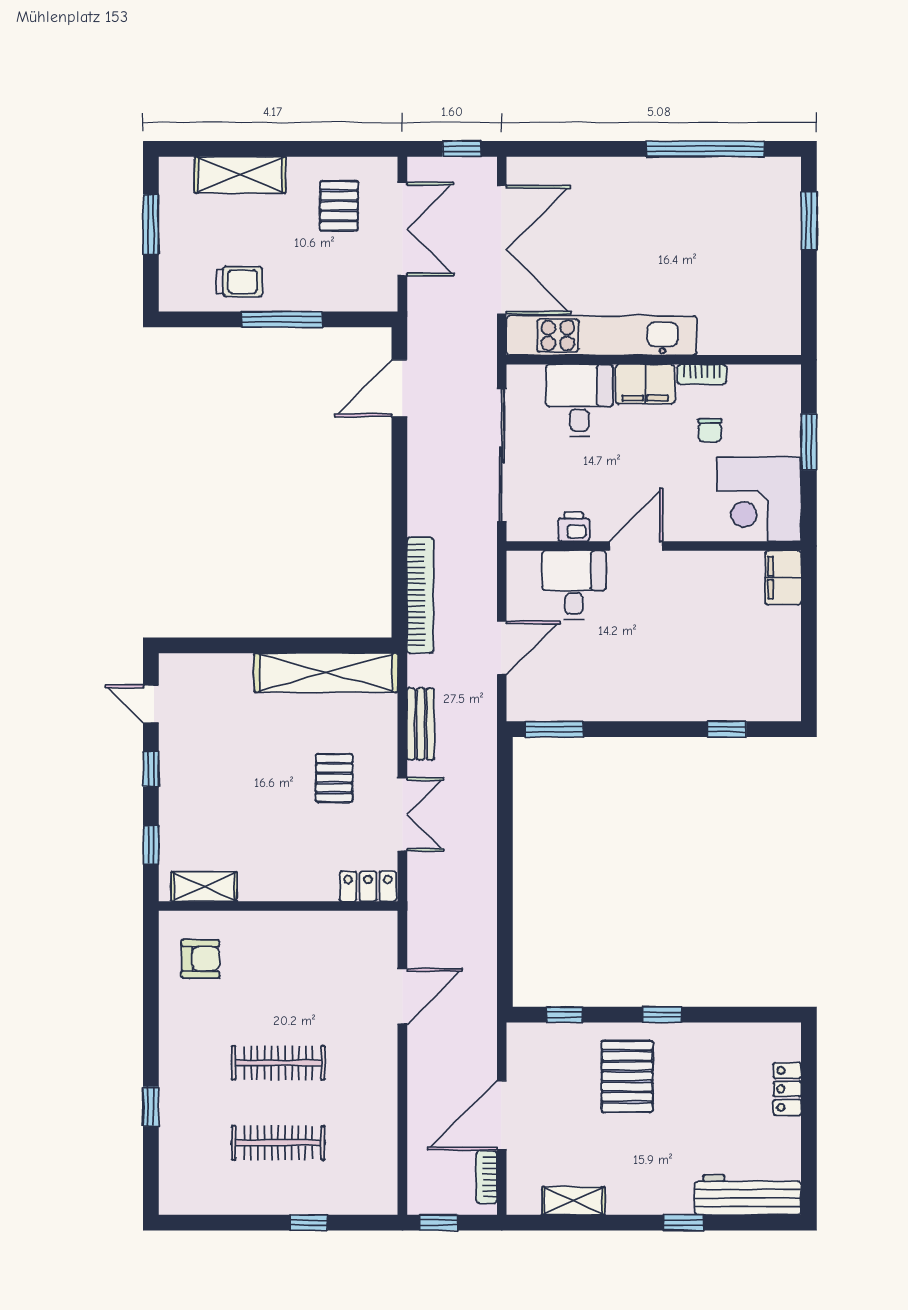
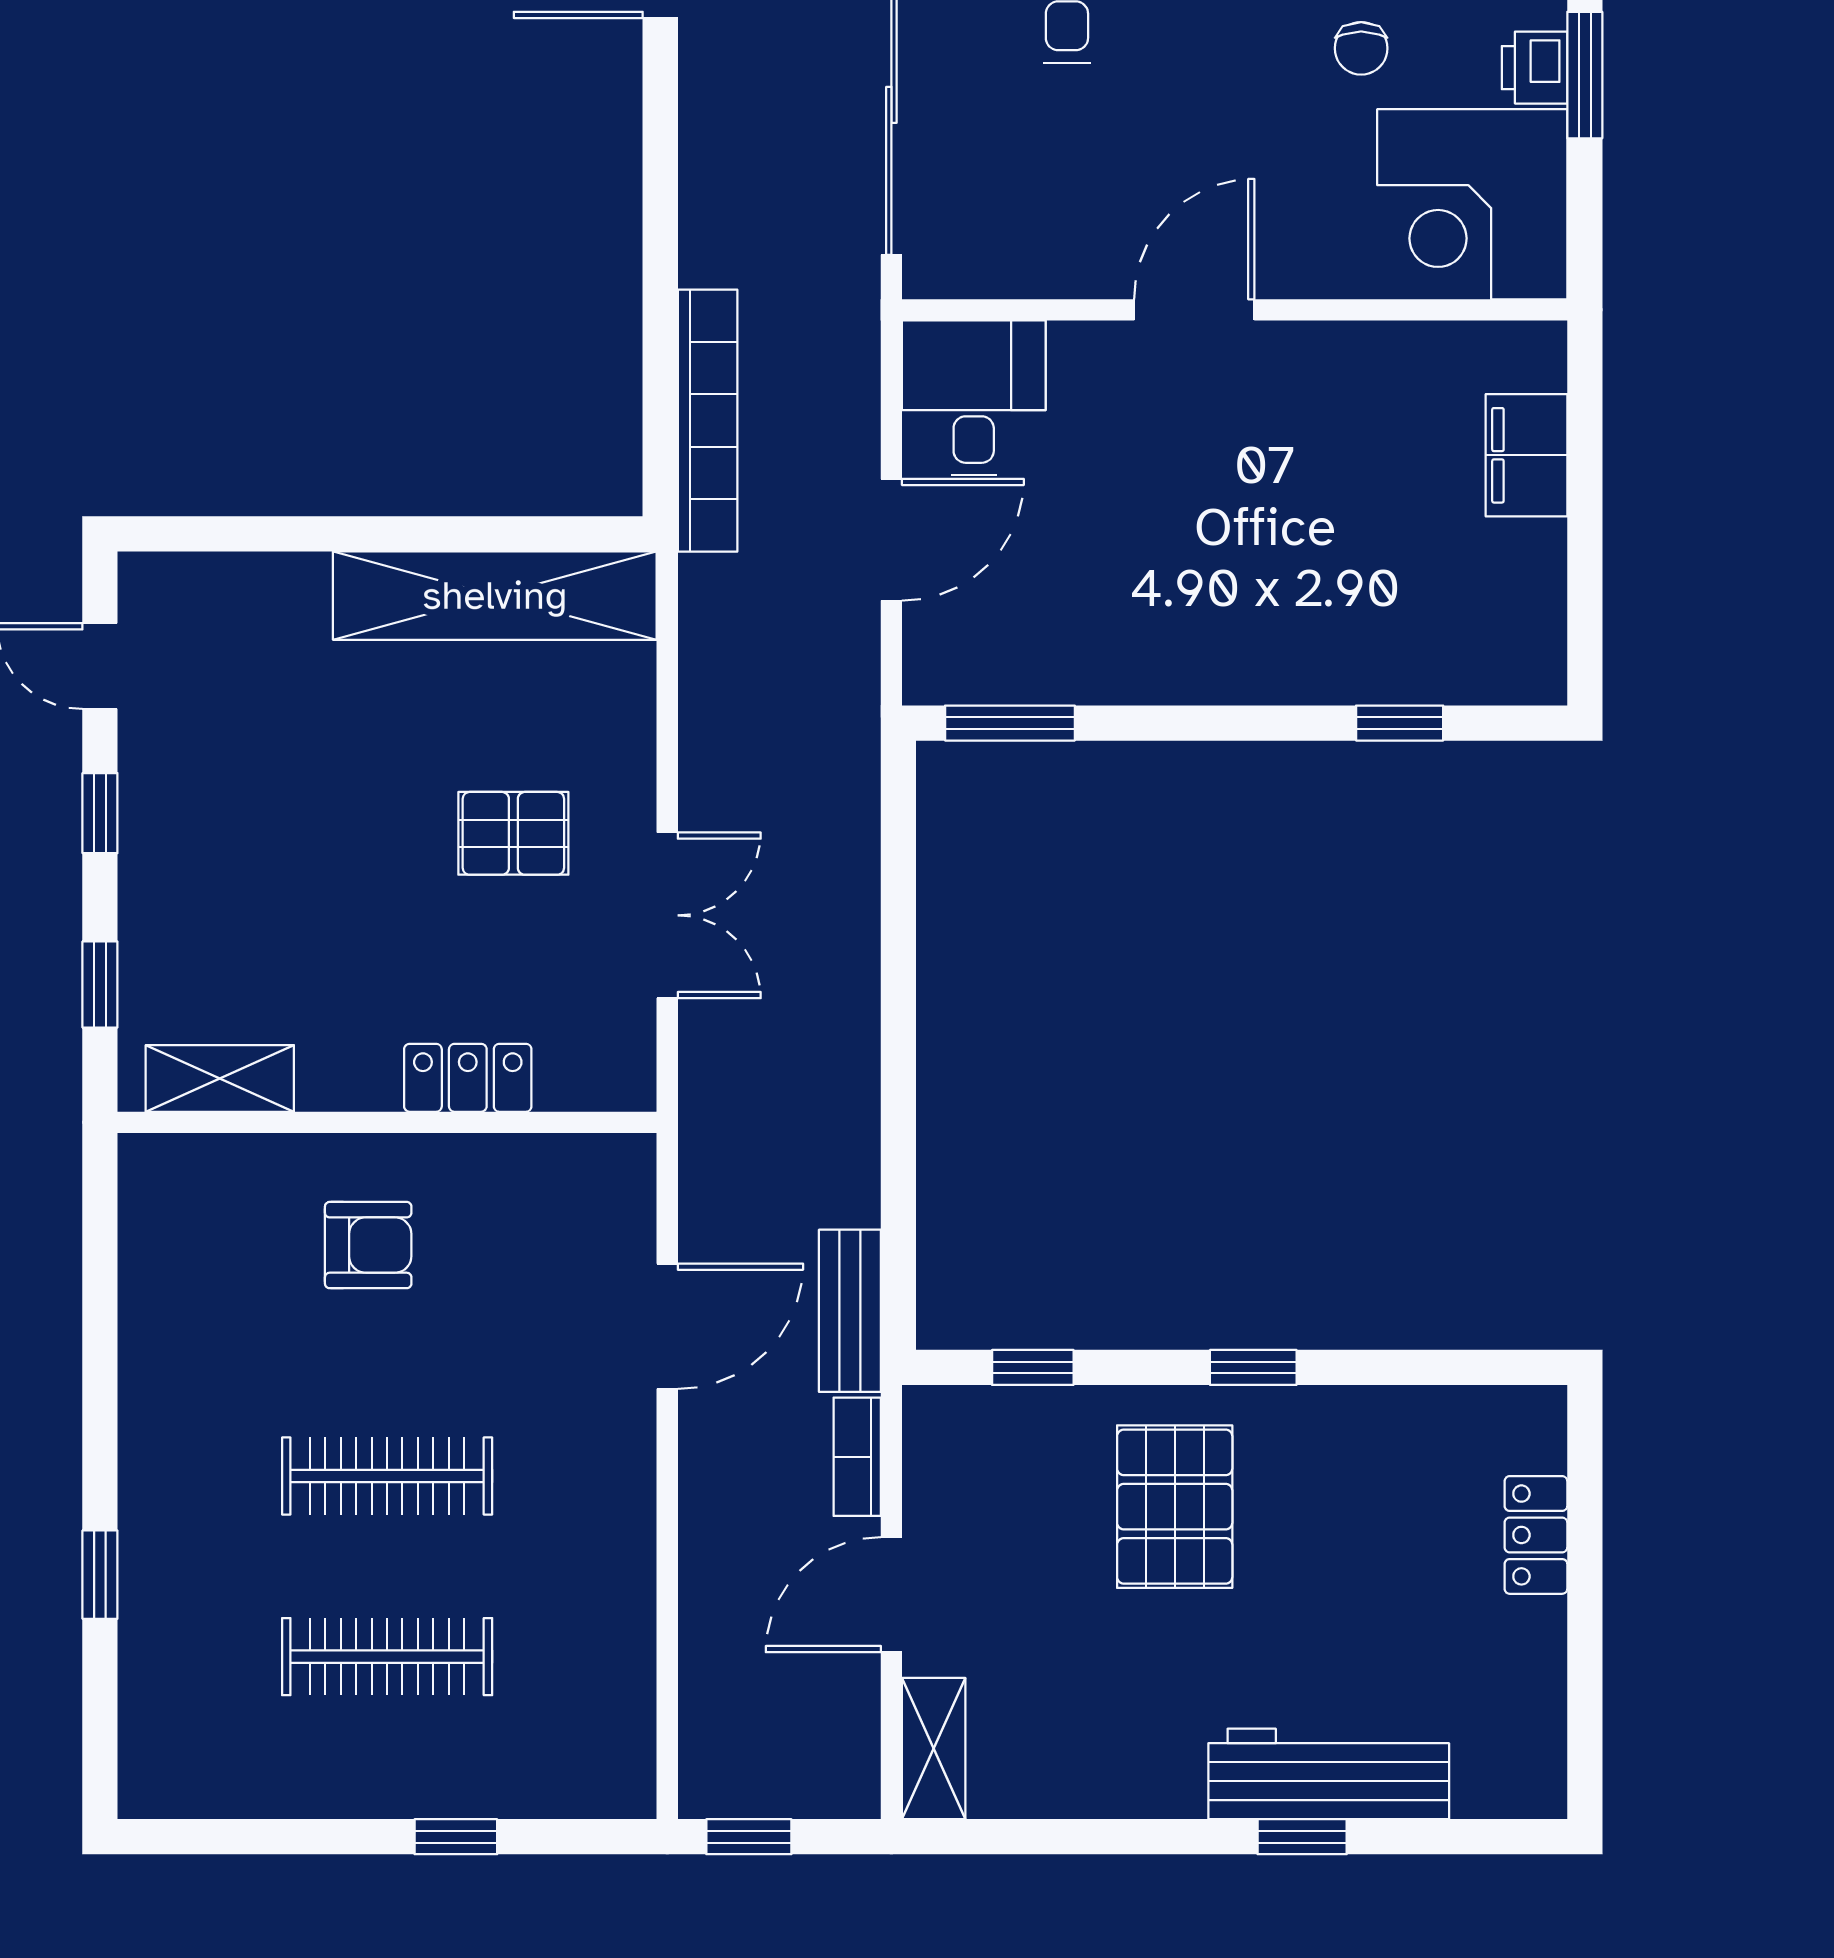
printer: (574, 527) -> (1535, 68), moved, turned -90
filing cabinet: (783, 578) -> (1527, 455), moved
desk: (574, 585) -> (974, 398), moved
bench: (421, 724) -> (850, 1311), moved
pallet: (334, 778) -> (513, 833), turned 90
locker: (368, 886) -> (468, 1078), moved
armchair: (200, 959) -> (368, 1245), moved
door: (502, 1115) -> (891, 1595), width x0.73
bookcase: (487, 1177) -> (857, 1457), moved
workbench: (748, 1195) -> (1329, 1774), moved
shelving: (573, 1201) -> (934, 1749), moved, turned 90

